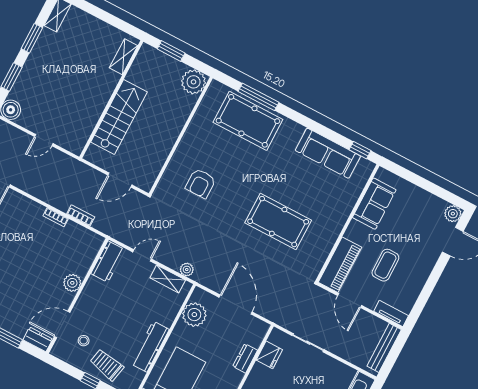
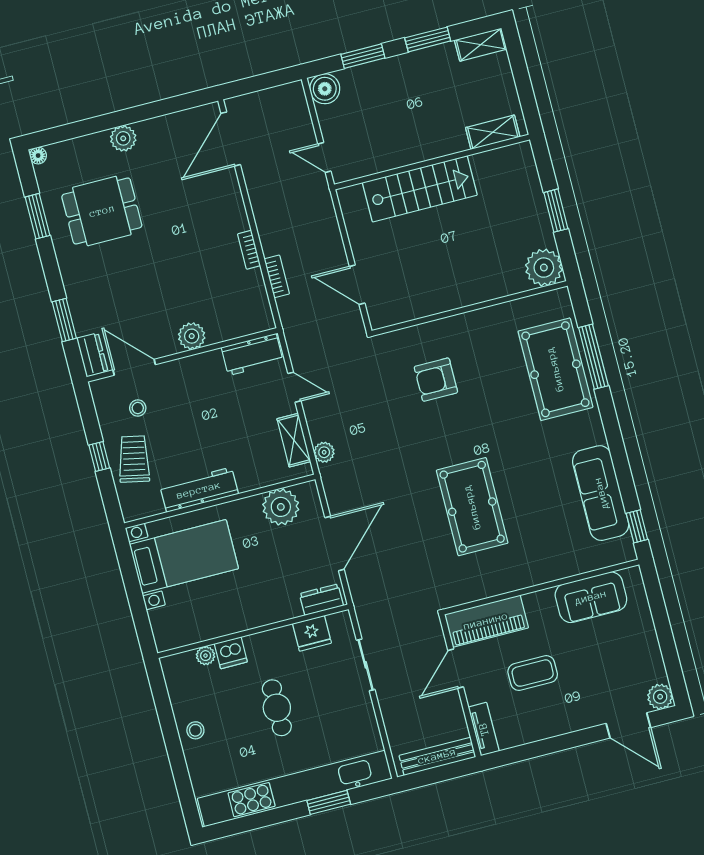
shelving: (123, 57) -> (493, 132), moved
wall: (111, 99) -> (432, 162), moved
stairs: (119, 117) -> (420, 189), moved
dresser: (245, 358) -> (321, 600), moved

